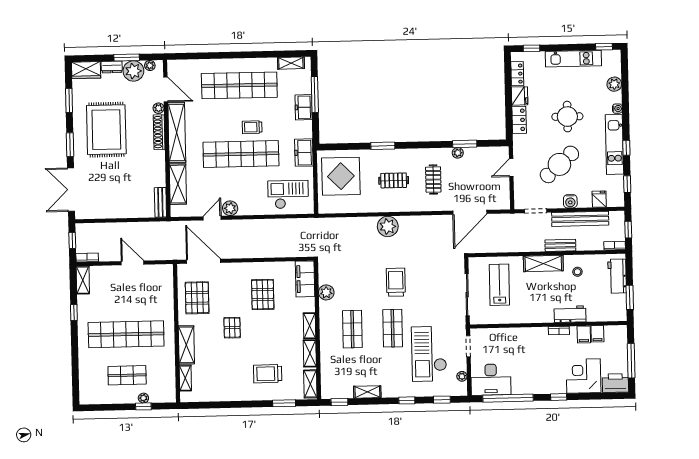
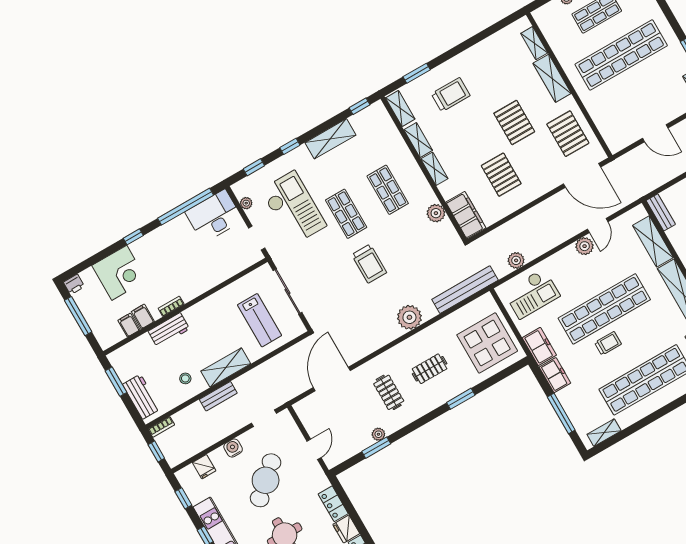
freezer: (304, 107) -> (555, 375), moved
bench: (580, 219) -> (465, 290), moved
plant: (286, 225) -> (516, 260), added
pallet: (232, 328) -> (514, 122), width x1.50, depth x1.42
printer: (615, 383) -> (74, 284), width x0.53, depth x0.68
shelving: (367, 392) -> (330, 139), width x1.50, depth x1.33

